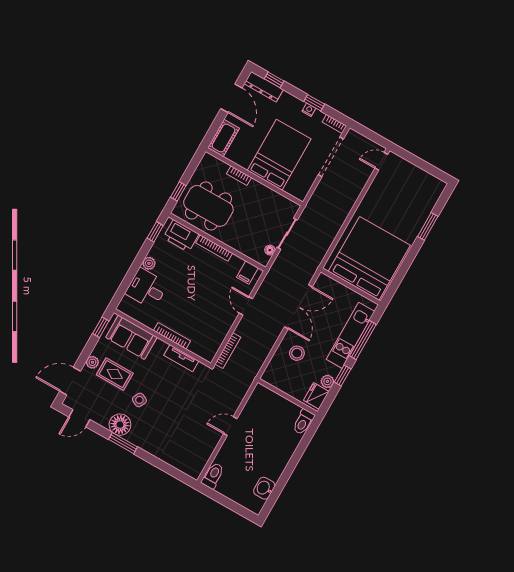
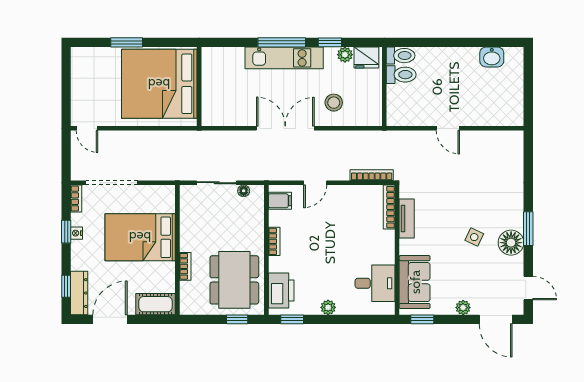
bookcase: (214, 248) -> (274, 241), width x0.64
bed: (369, 258) -> (159, 84), moved
wall: (351, 286) -> (199, 87), moved
desk: (147, 289) -> (375, 283), moved, turned -90
bookcase: (172, 336) -> (389, 207), moved
rug: (115, 374) -> (462, 278), removed
toilet: (213, 476) -> (401, 75), moved, turned 180

